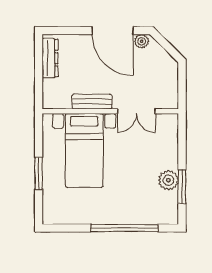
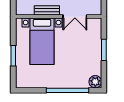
plant: (168, 180) -> (95, 82), moved
window: (182, 187) -> (104, 50), moved

